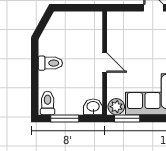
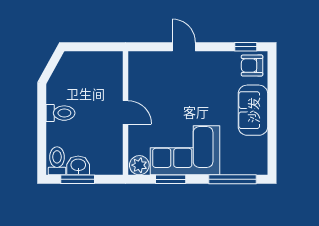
washbasin: (93, 107) -> (78, 165), moved
window: (127, 118) -> (171, 179), moved

